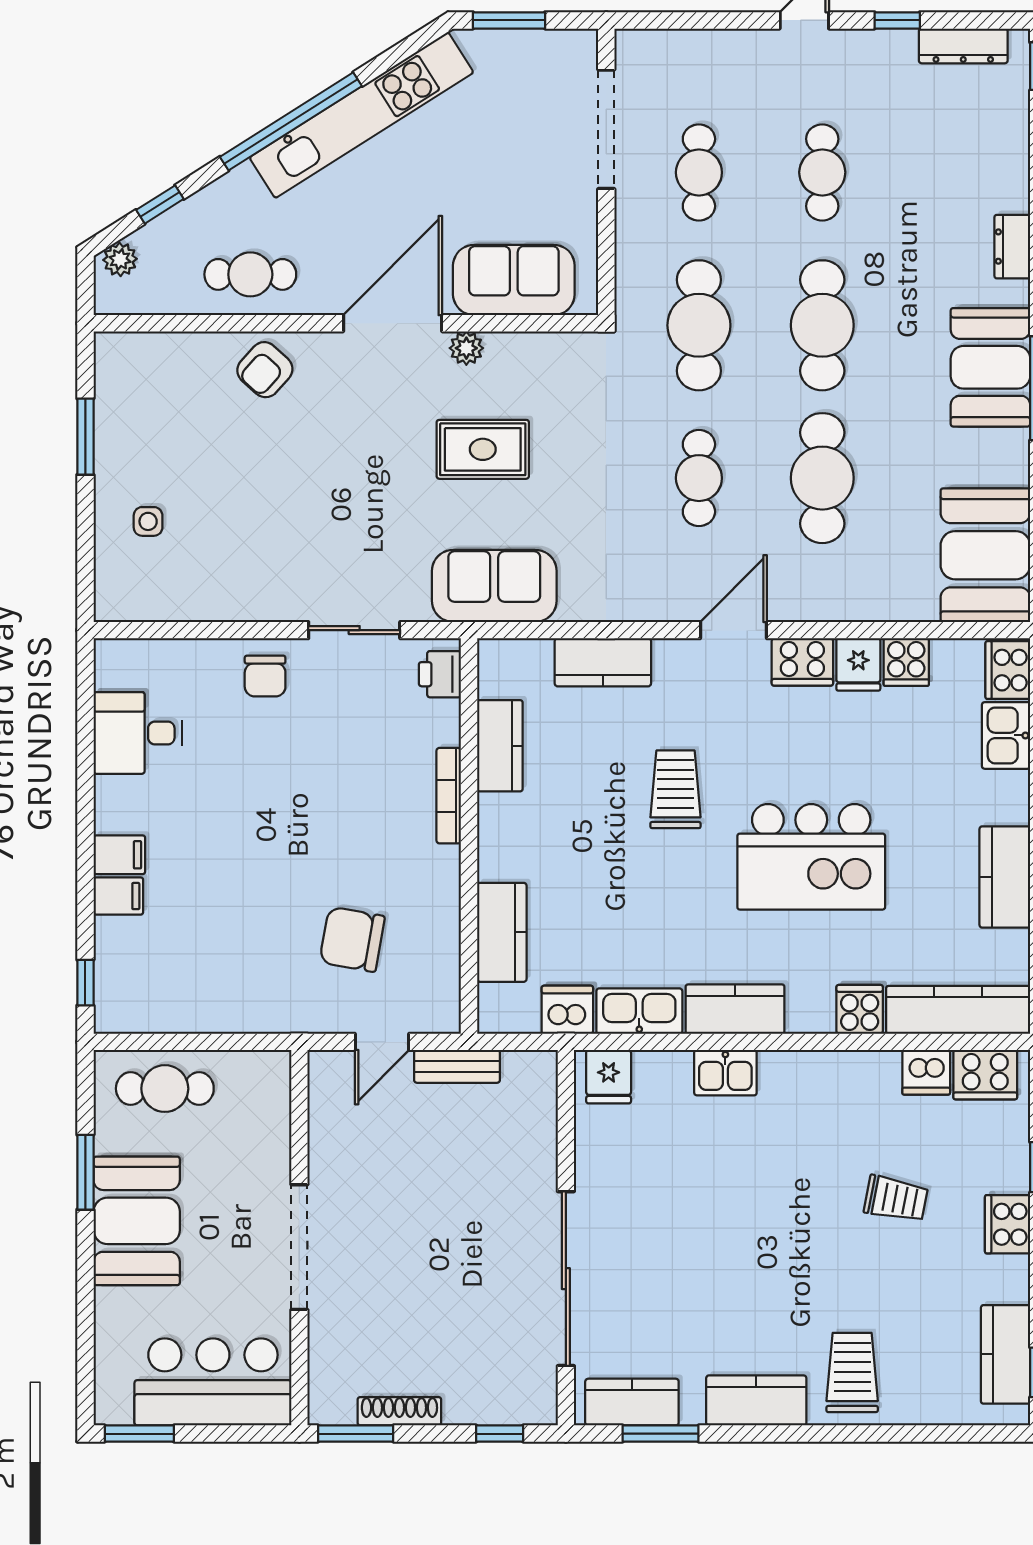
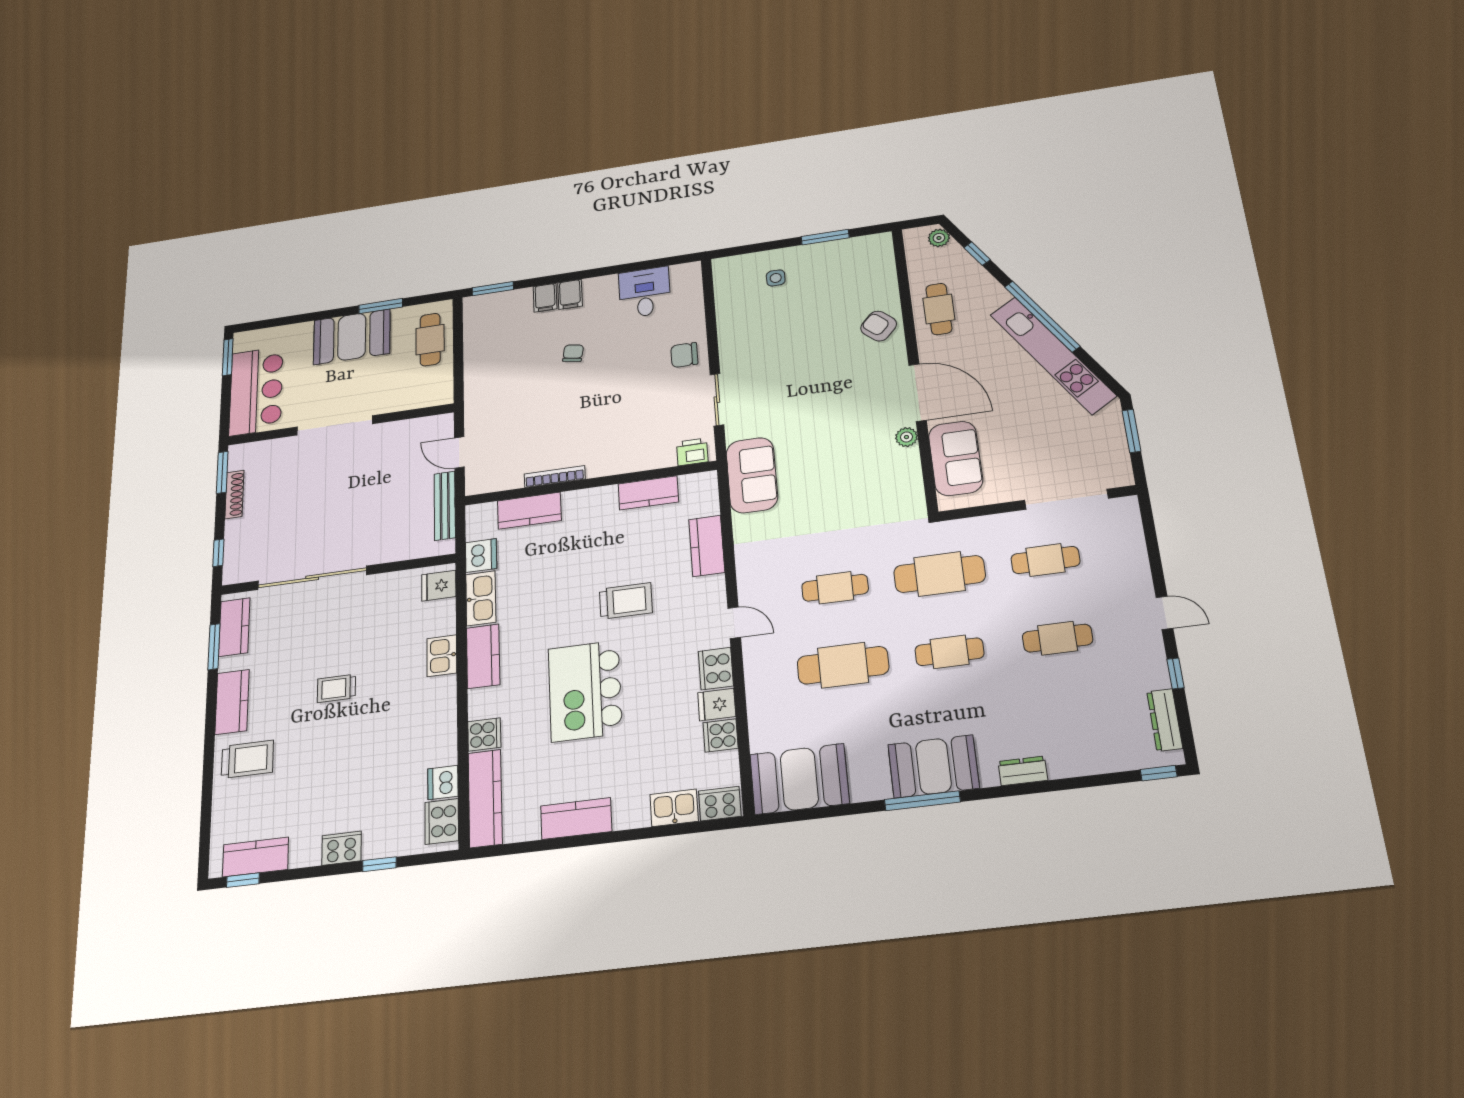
cafe table: (822, 325) -> (949, 652), width x0.73, depth x0.74
rug: (483, 449) -> (841, 456), removed
door: (734, 630) -> (734, 623), width x0.73
bookcase: (449, 796) -> (555, 477), moved
chair: (352, 939) -> (573, 353), moved, width x0.54, depth x0.54
window: (85, 983) -> (493, 289), width x1.50
bench: (457, 1066) -> (445, 506), width x1.36
trolley: (896, 1199) -> (336, 688), moved, turned 79

